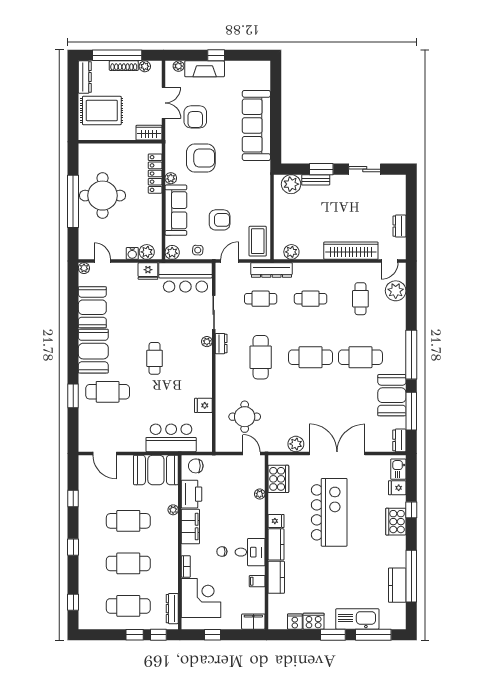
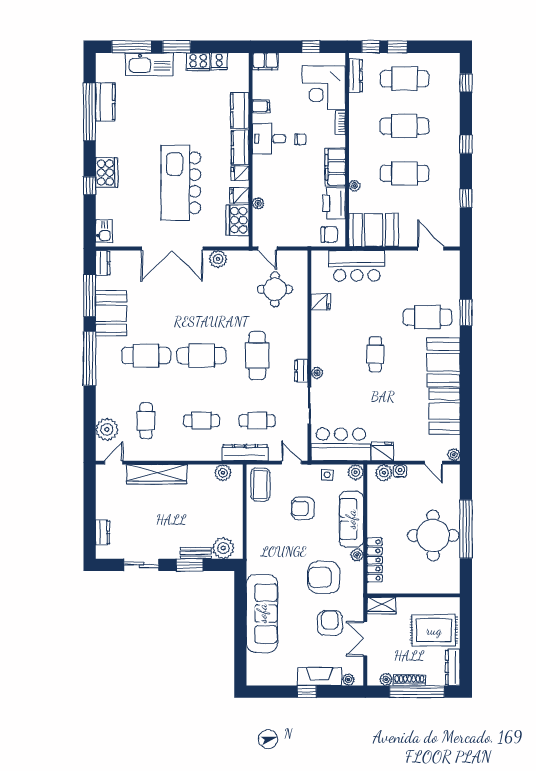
dresser: (400, 226) -> (103, 532), moved
door: (230, 261) -> (292, 463), swing flipped
fridge: (397, 488) -> (239, 196), moved, turned 180

